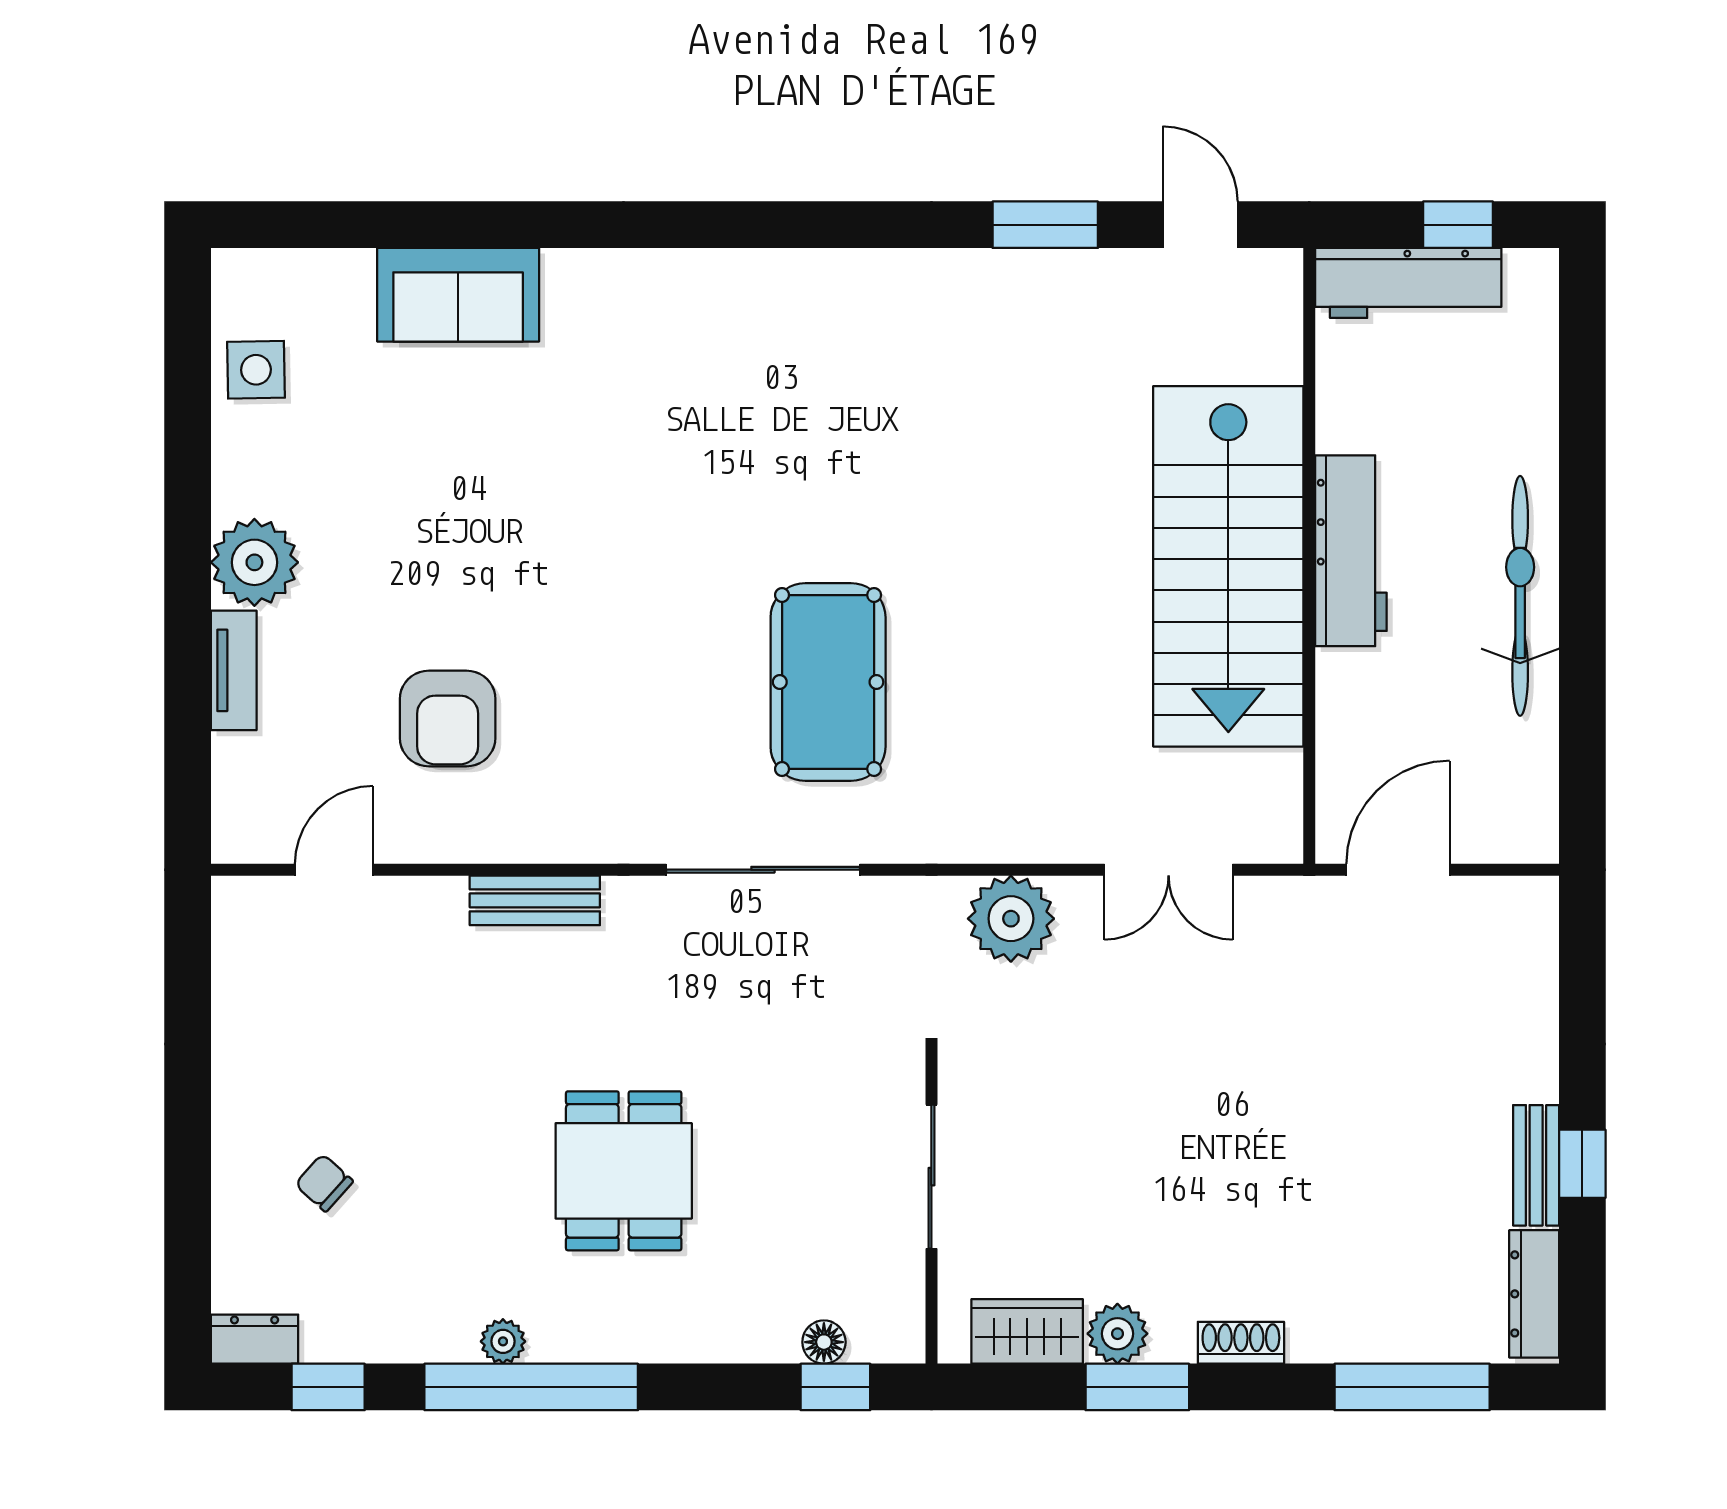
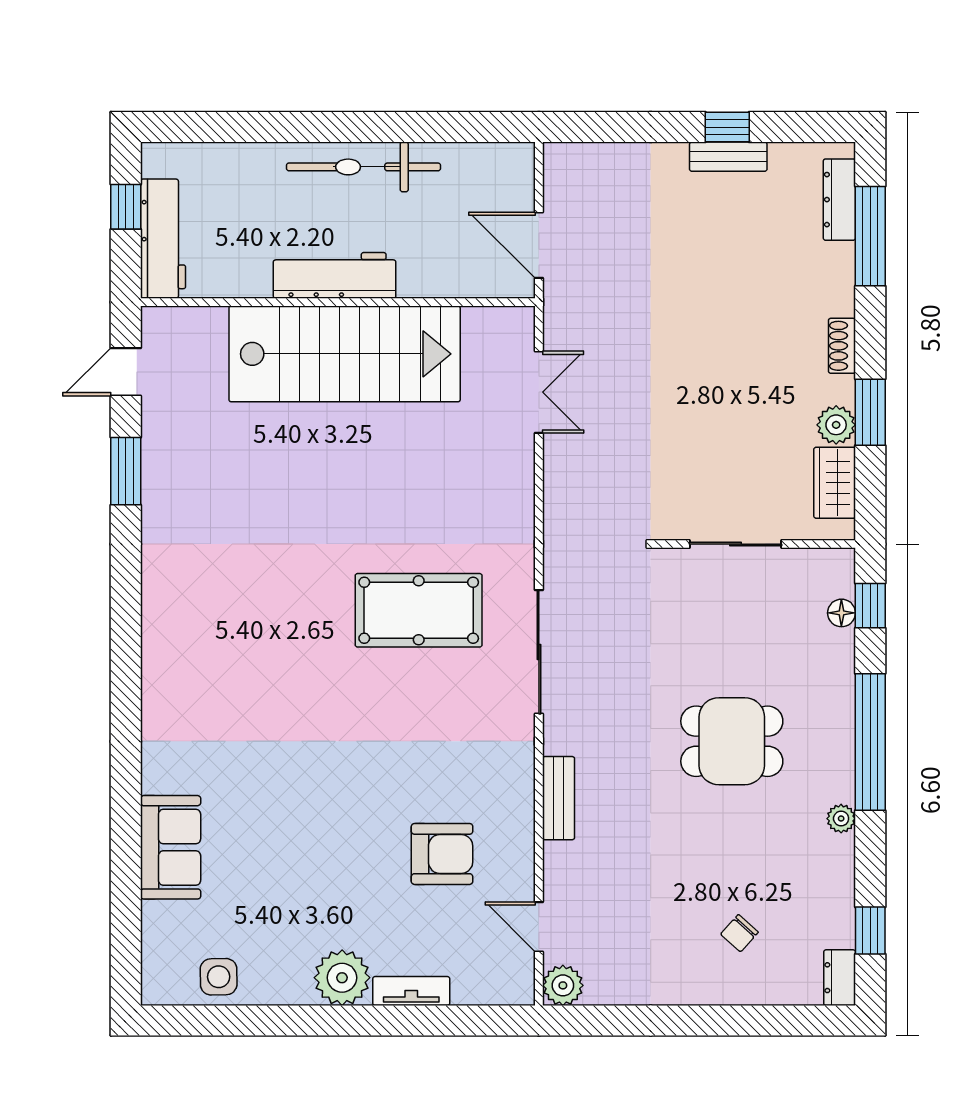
plant: (1011, 919) -> (563, 985), moved, width x0.73, depth x0.73
dresser: (1534, 1294) -> (839, 200), moved, turned 90
window: (531, 1387) -> (870, 742), moved

